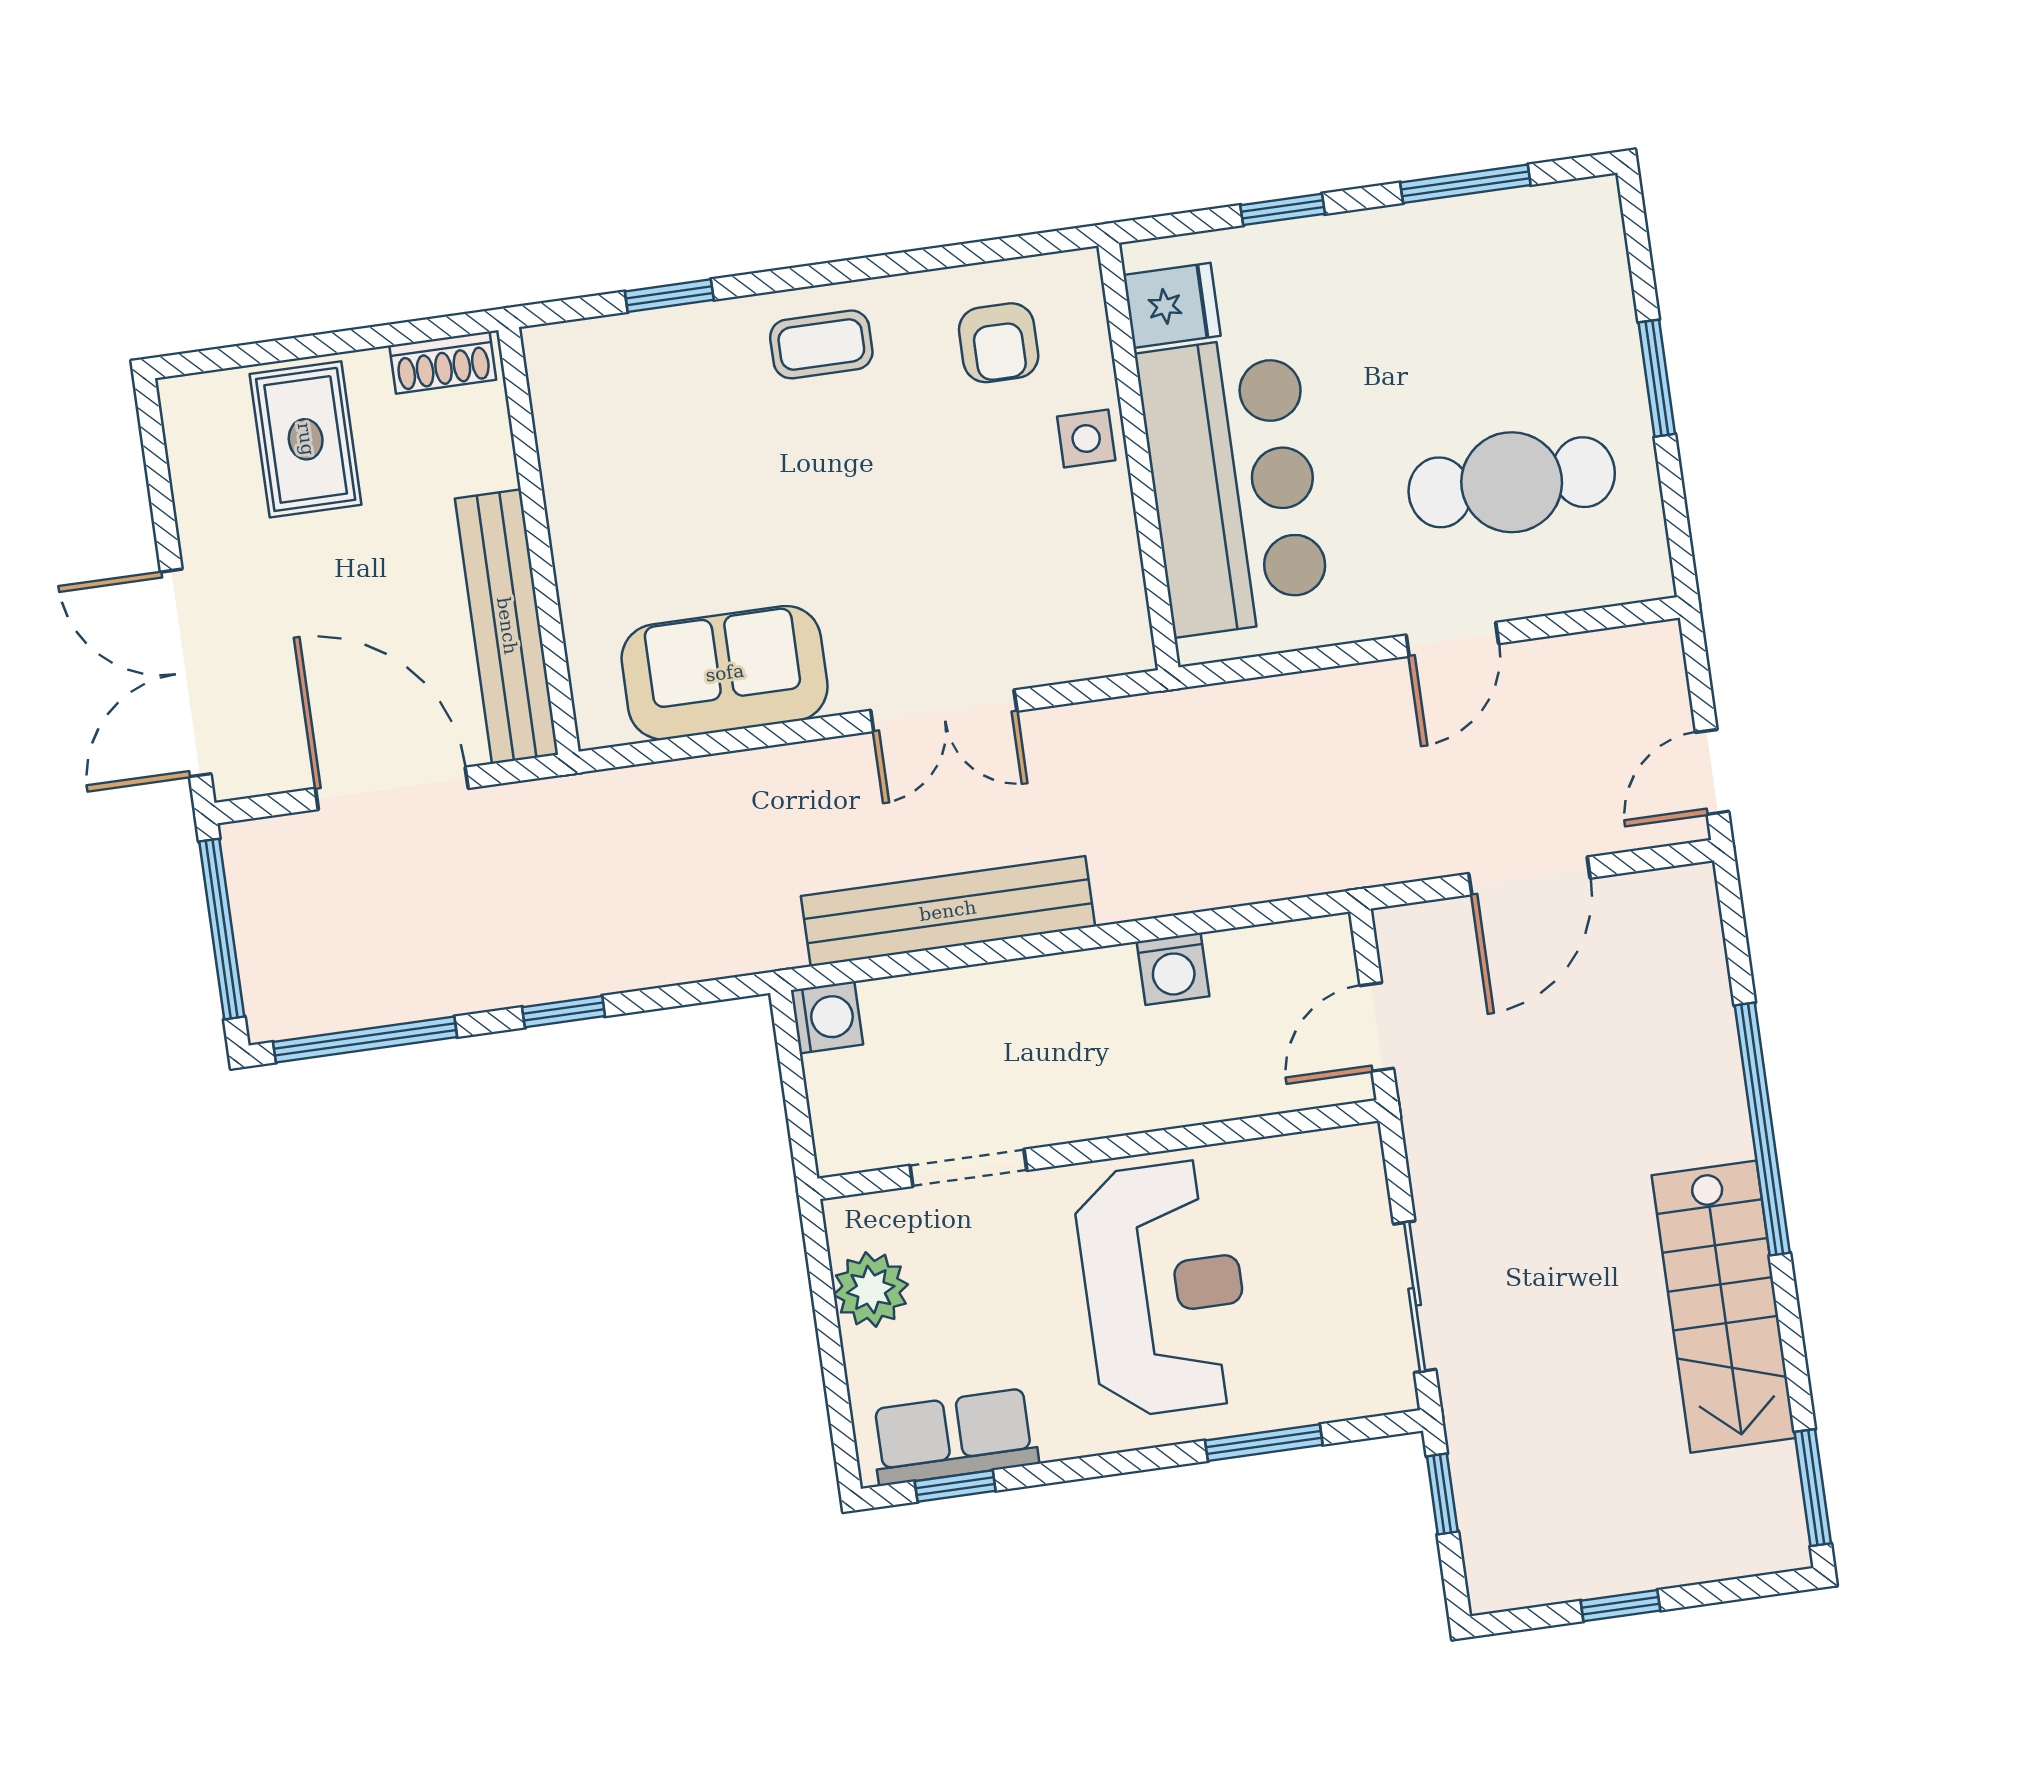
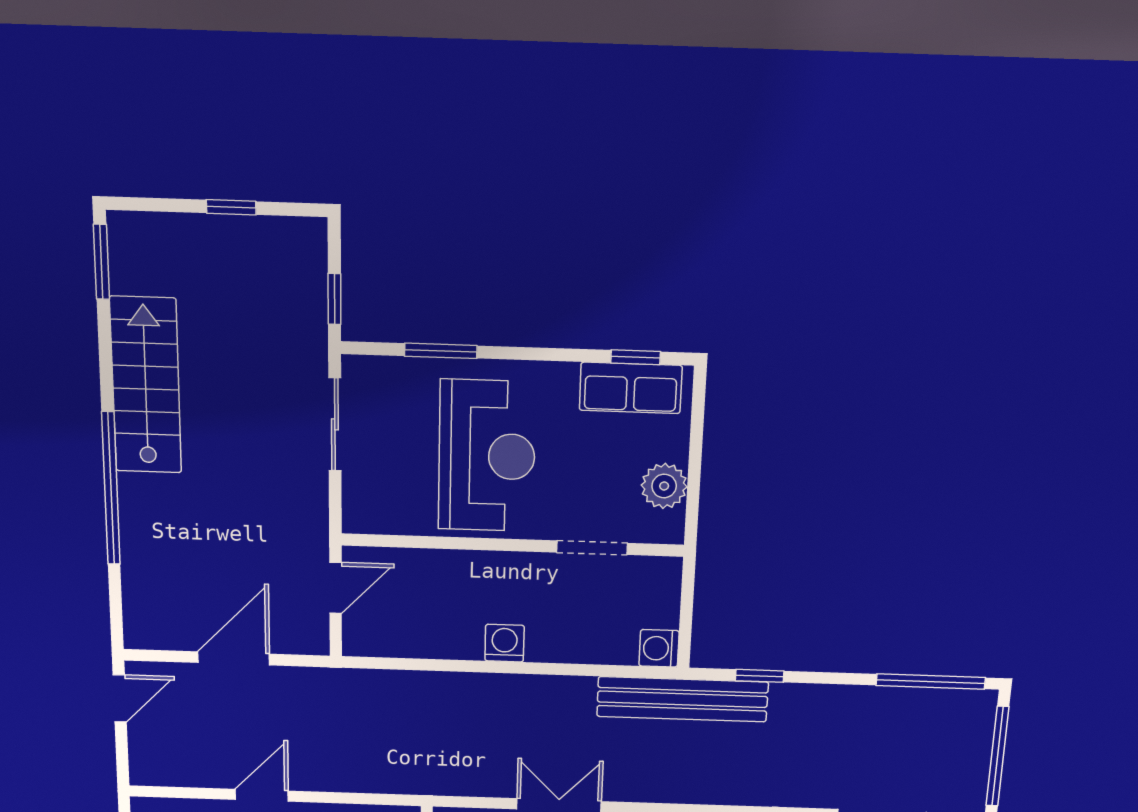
bench: (948, 911) -> (682, 699), moved
washing machine: (1173, 969) -> (505, 643), moved
window: (564, 1012) -> (760, 676), moved
reception desk: (1164, 1288) -> (487, 456), turned 180

